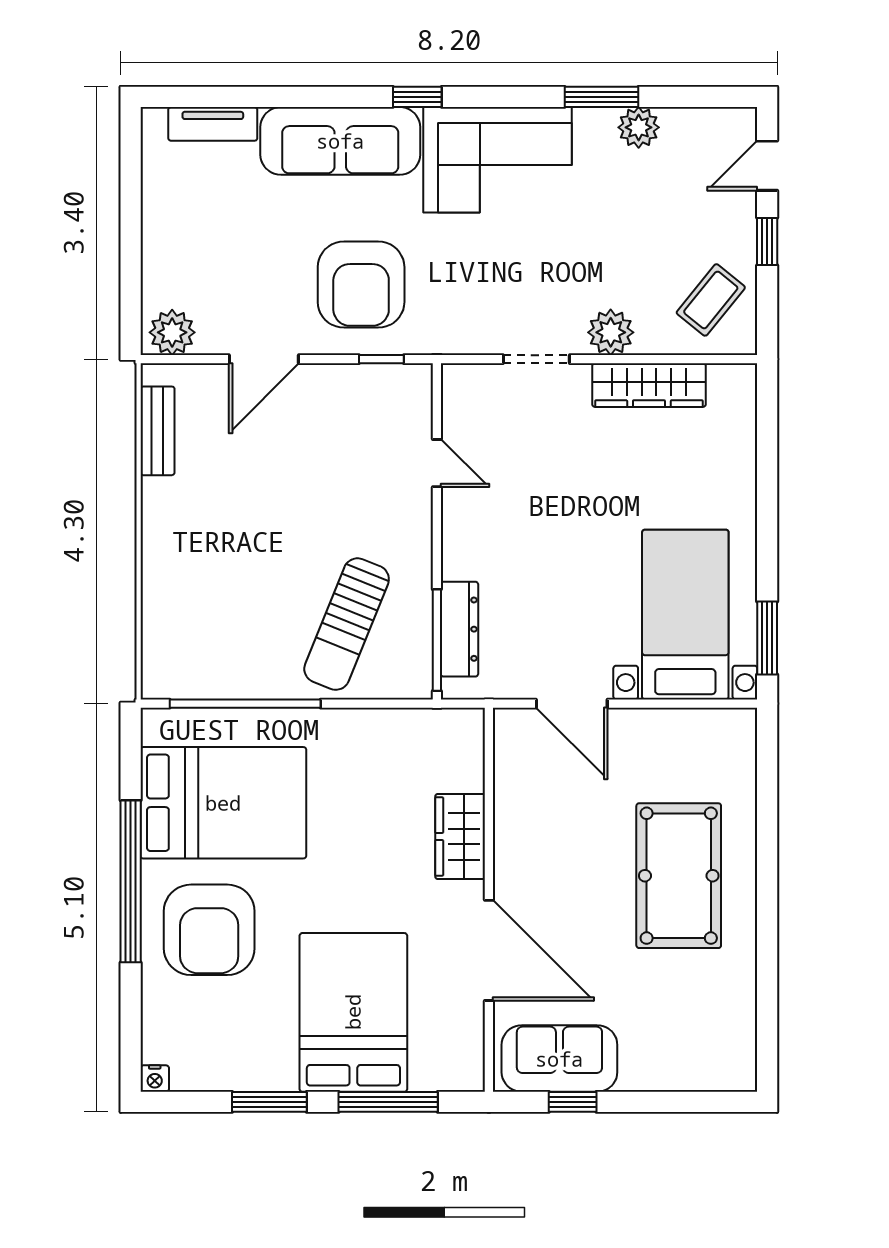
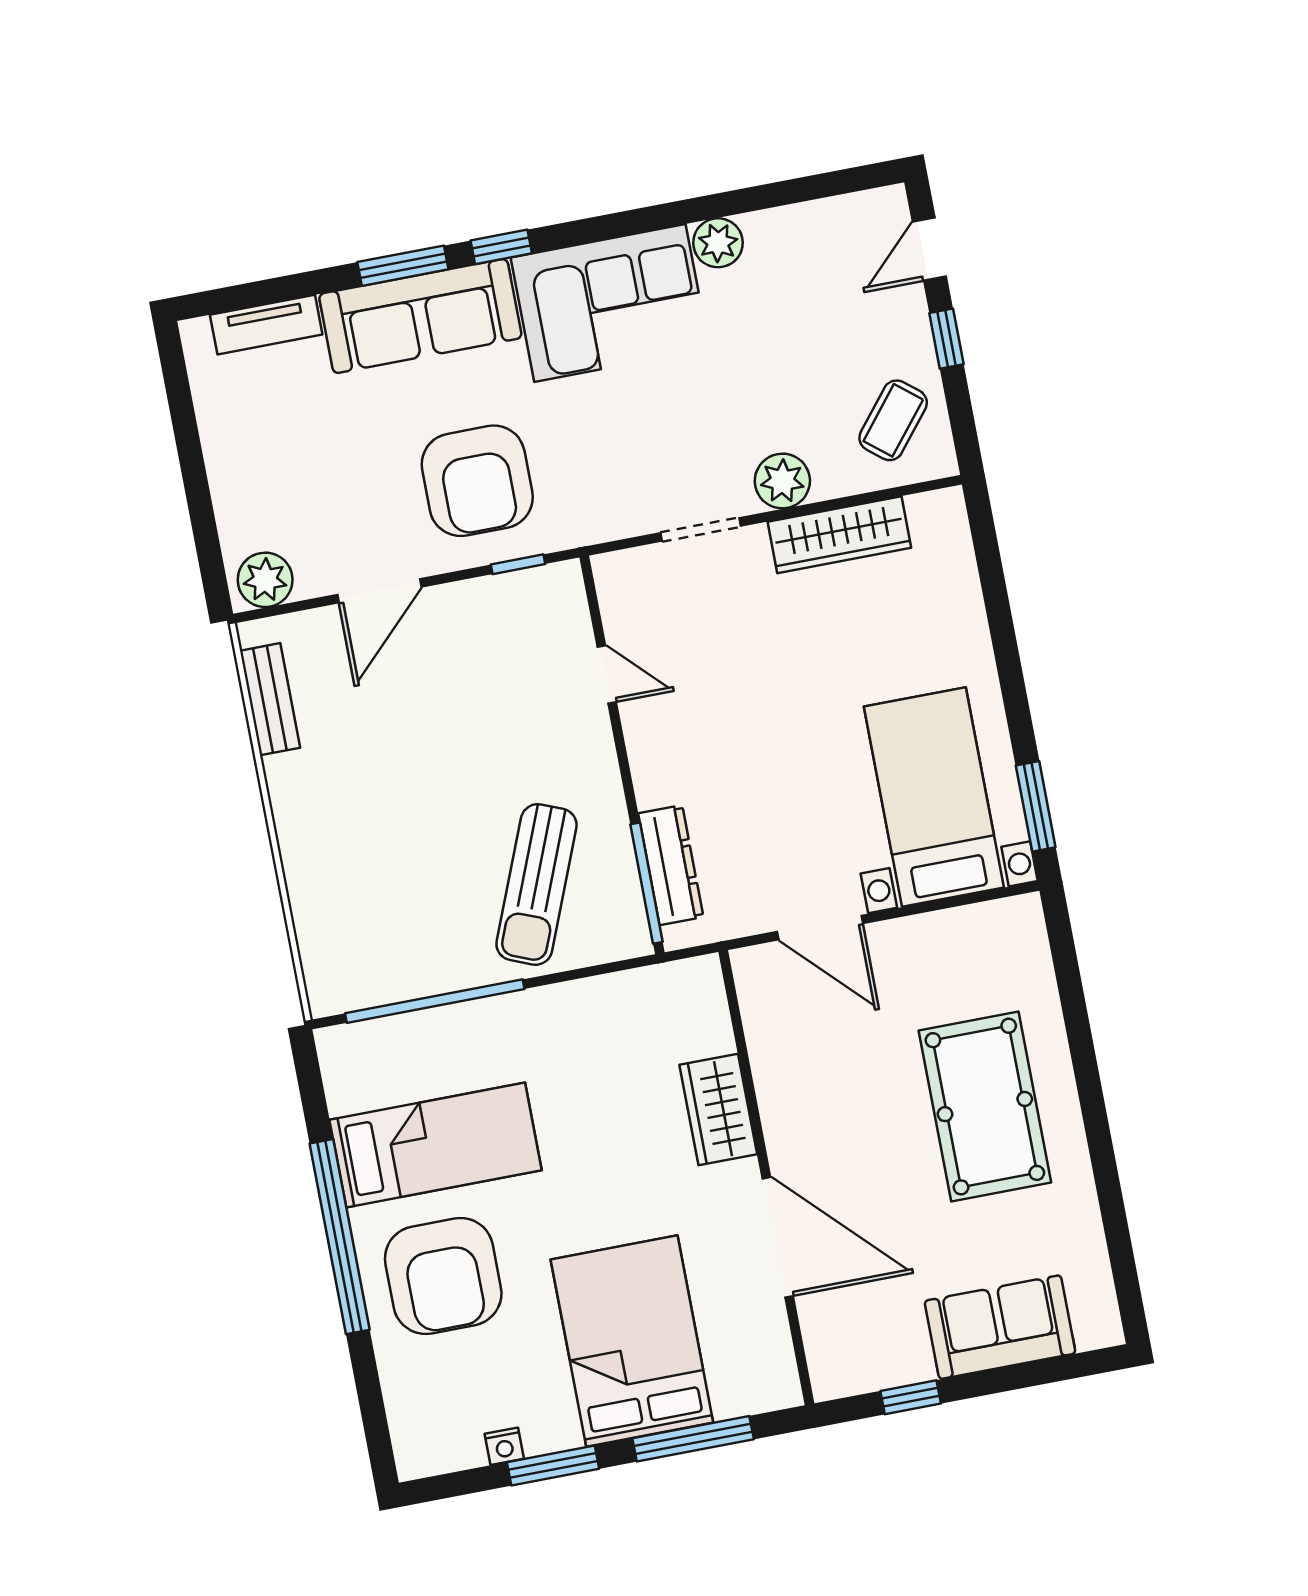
window: (601, 97) -> (403, 266), moved
plant: (639, 127) -> (718, 243), moved
bed: (223, 803) -> (436, 1145), width x0.67
sofa: (559, 1059) -> (1000, 1327), moved
nightstand: (155, 1079) -> (504, 1446), moved

